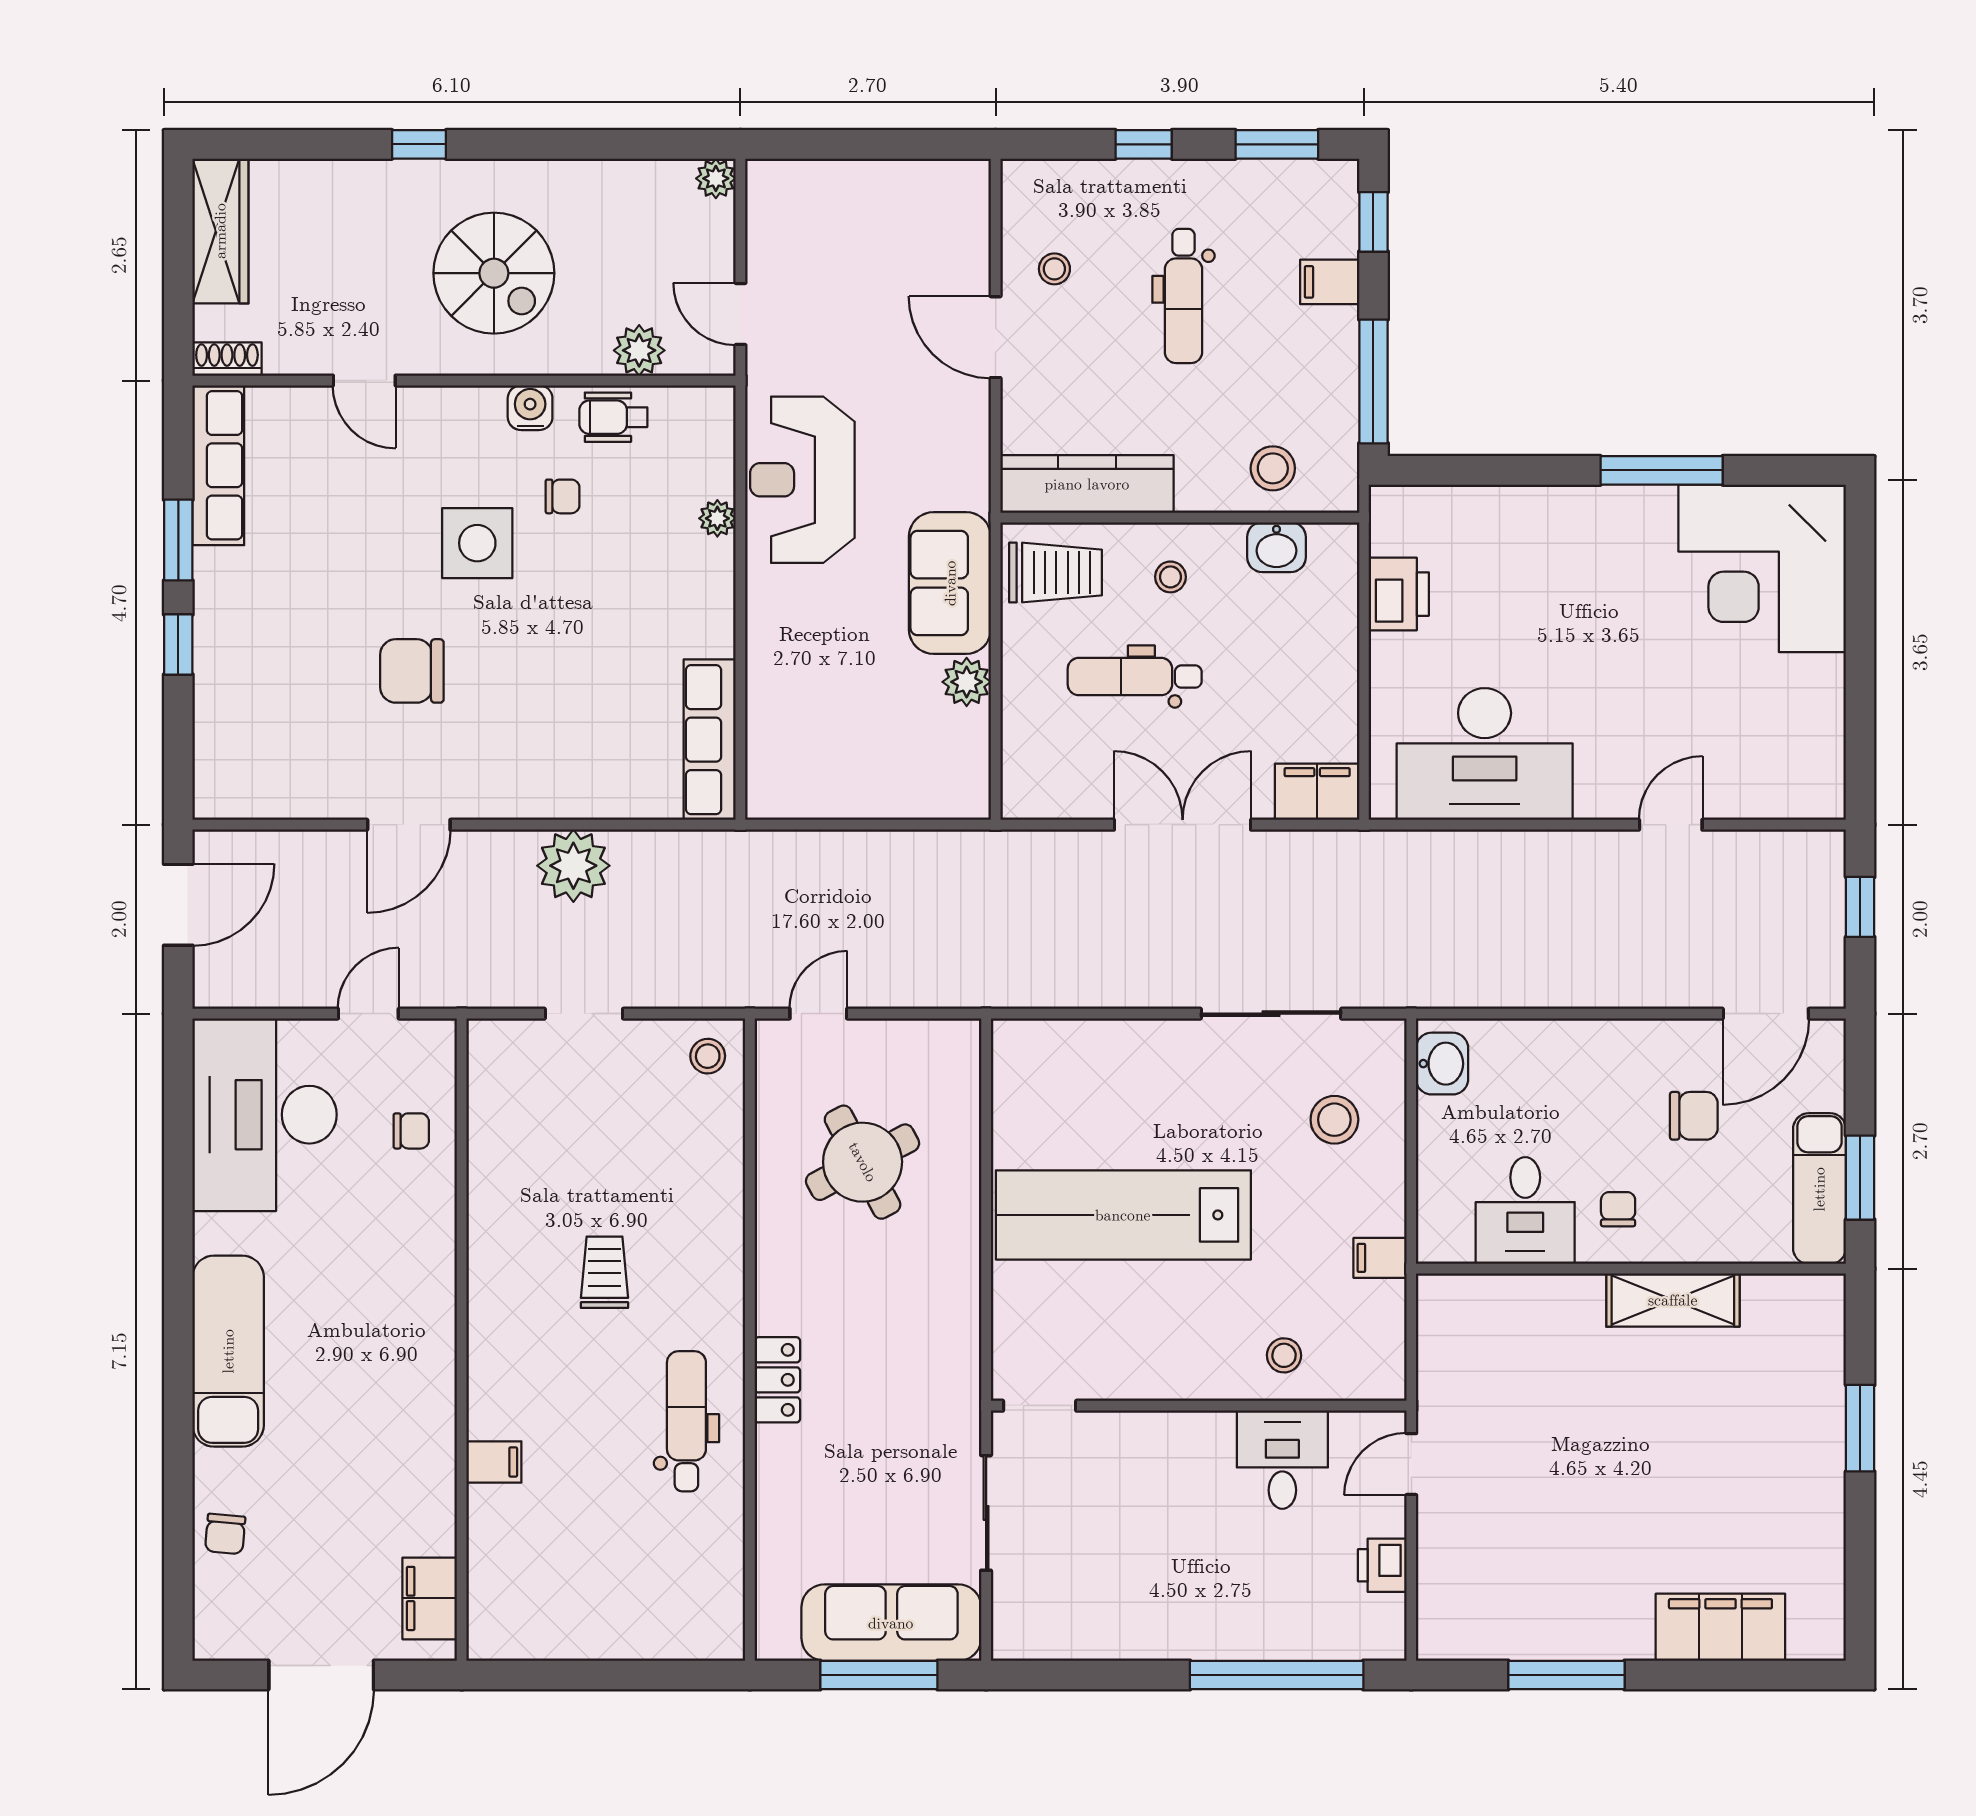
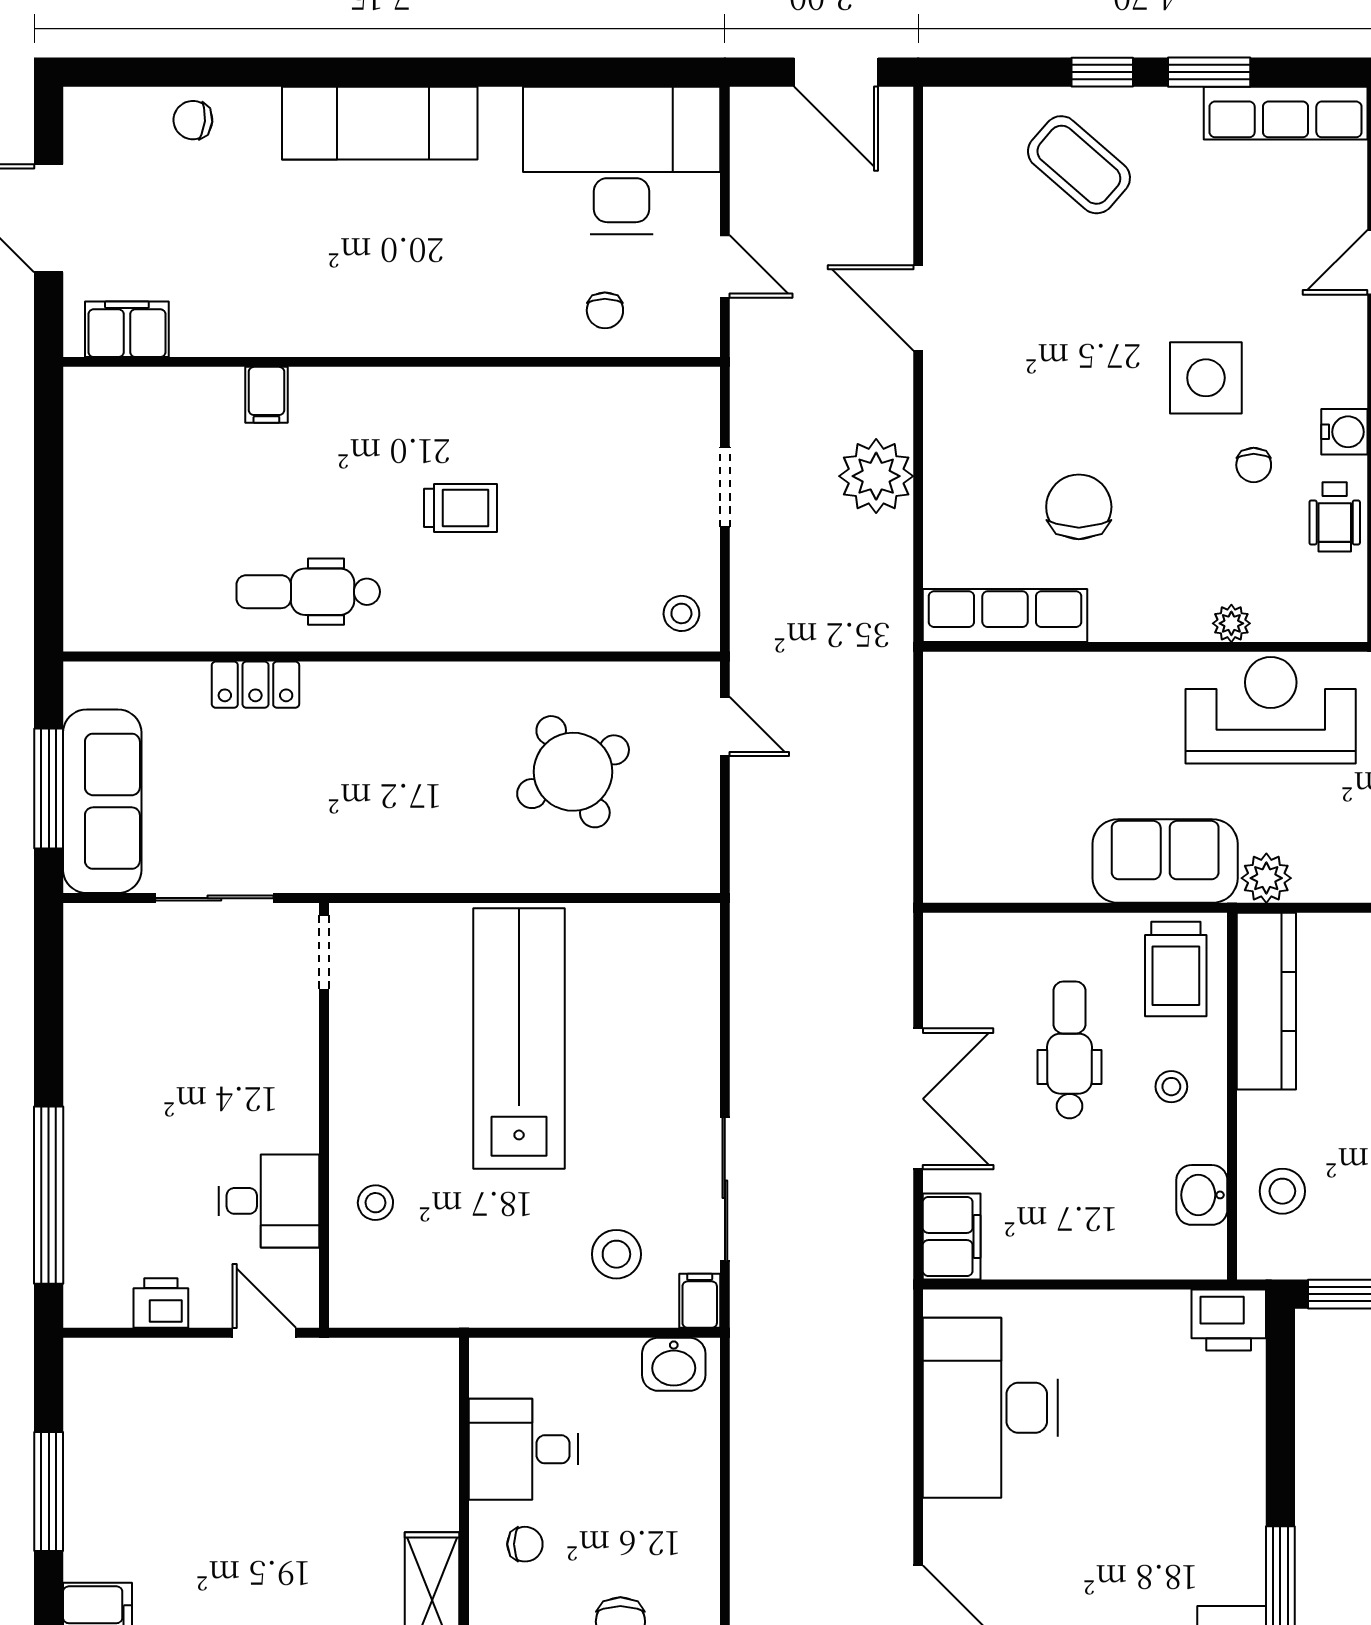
wheelchair: (613, 417) -> (1335, 517), turned 180
printer: (1399, 594) -> (1229, 1320), moved
coffee table: (269, 667) -> (1079, 165), added
chair: (412, 671) -> (1079, 507), moved
plant: (967, 682) -> (1266, 878), moved
filing cabinet: (1380, 1258) -> (700, 1301), moved
locker: (777, 1380) -> (255, 685), moved
dental chair: (686, 1421) -> (308, 592), turned 180

